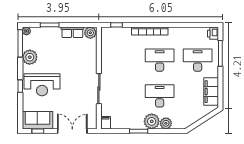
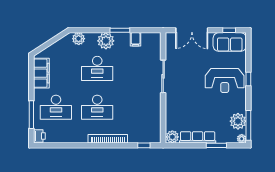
row of seats: (72, 32) -> (198, 137), width x1.48
plant: (30, 57) -> (238, 121), moved
reception desk: (42, 85) -> (225, 80), turned 180
filing cabinet: (106, 123) -> (136, 39), moved
plant: (166, 123) -> (79, 39), moved

